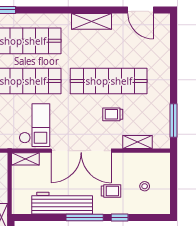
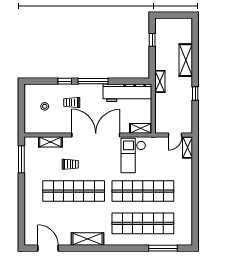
workbench: (62, 203) -> (127, 93), moved

